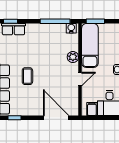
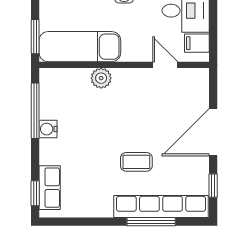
water cooler: (71, 28) -> (48, 129), moved
door: (80, 79) -> (165, 65), moved
door: (56, 118) -> (213, 132), moved

